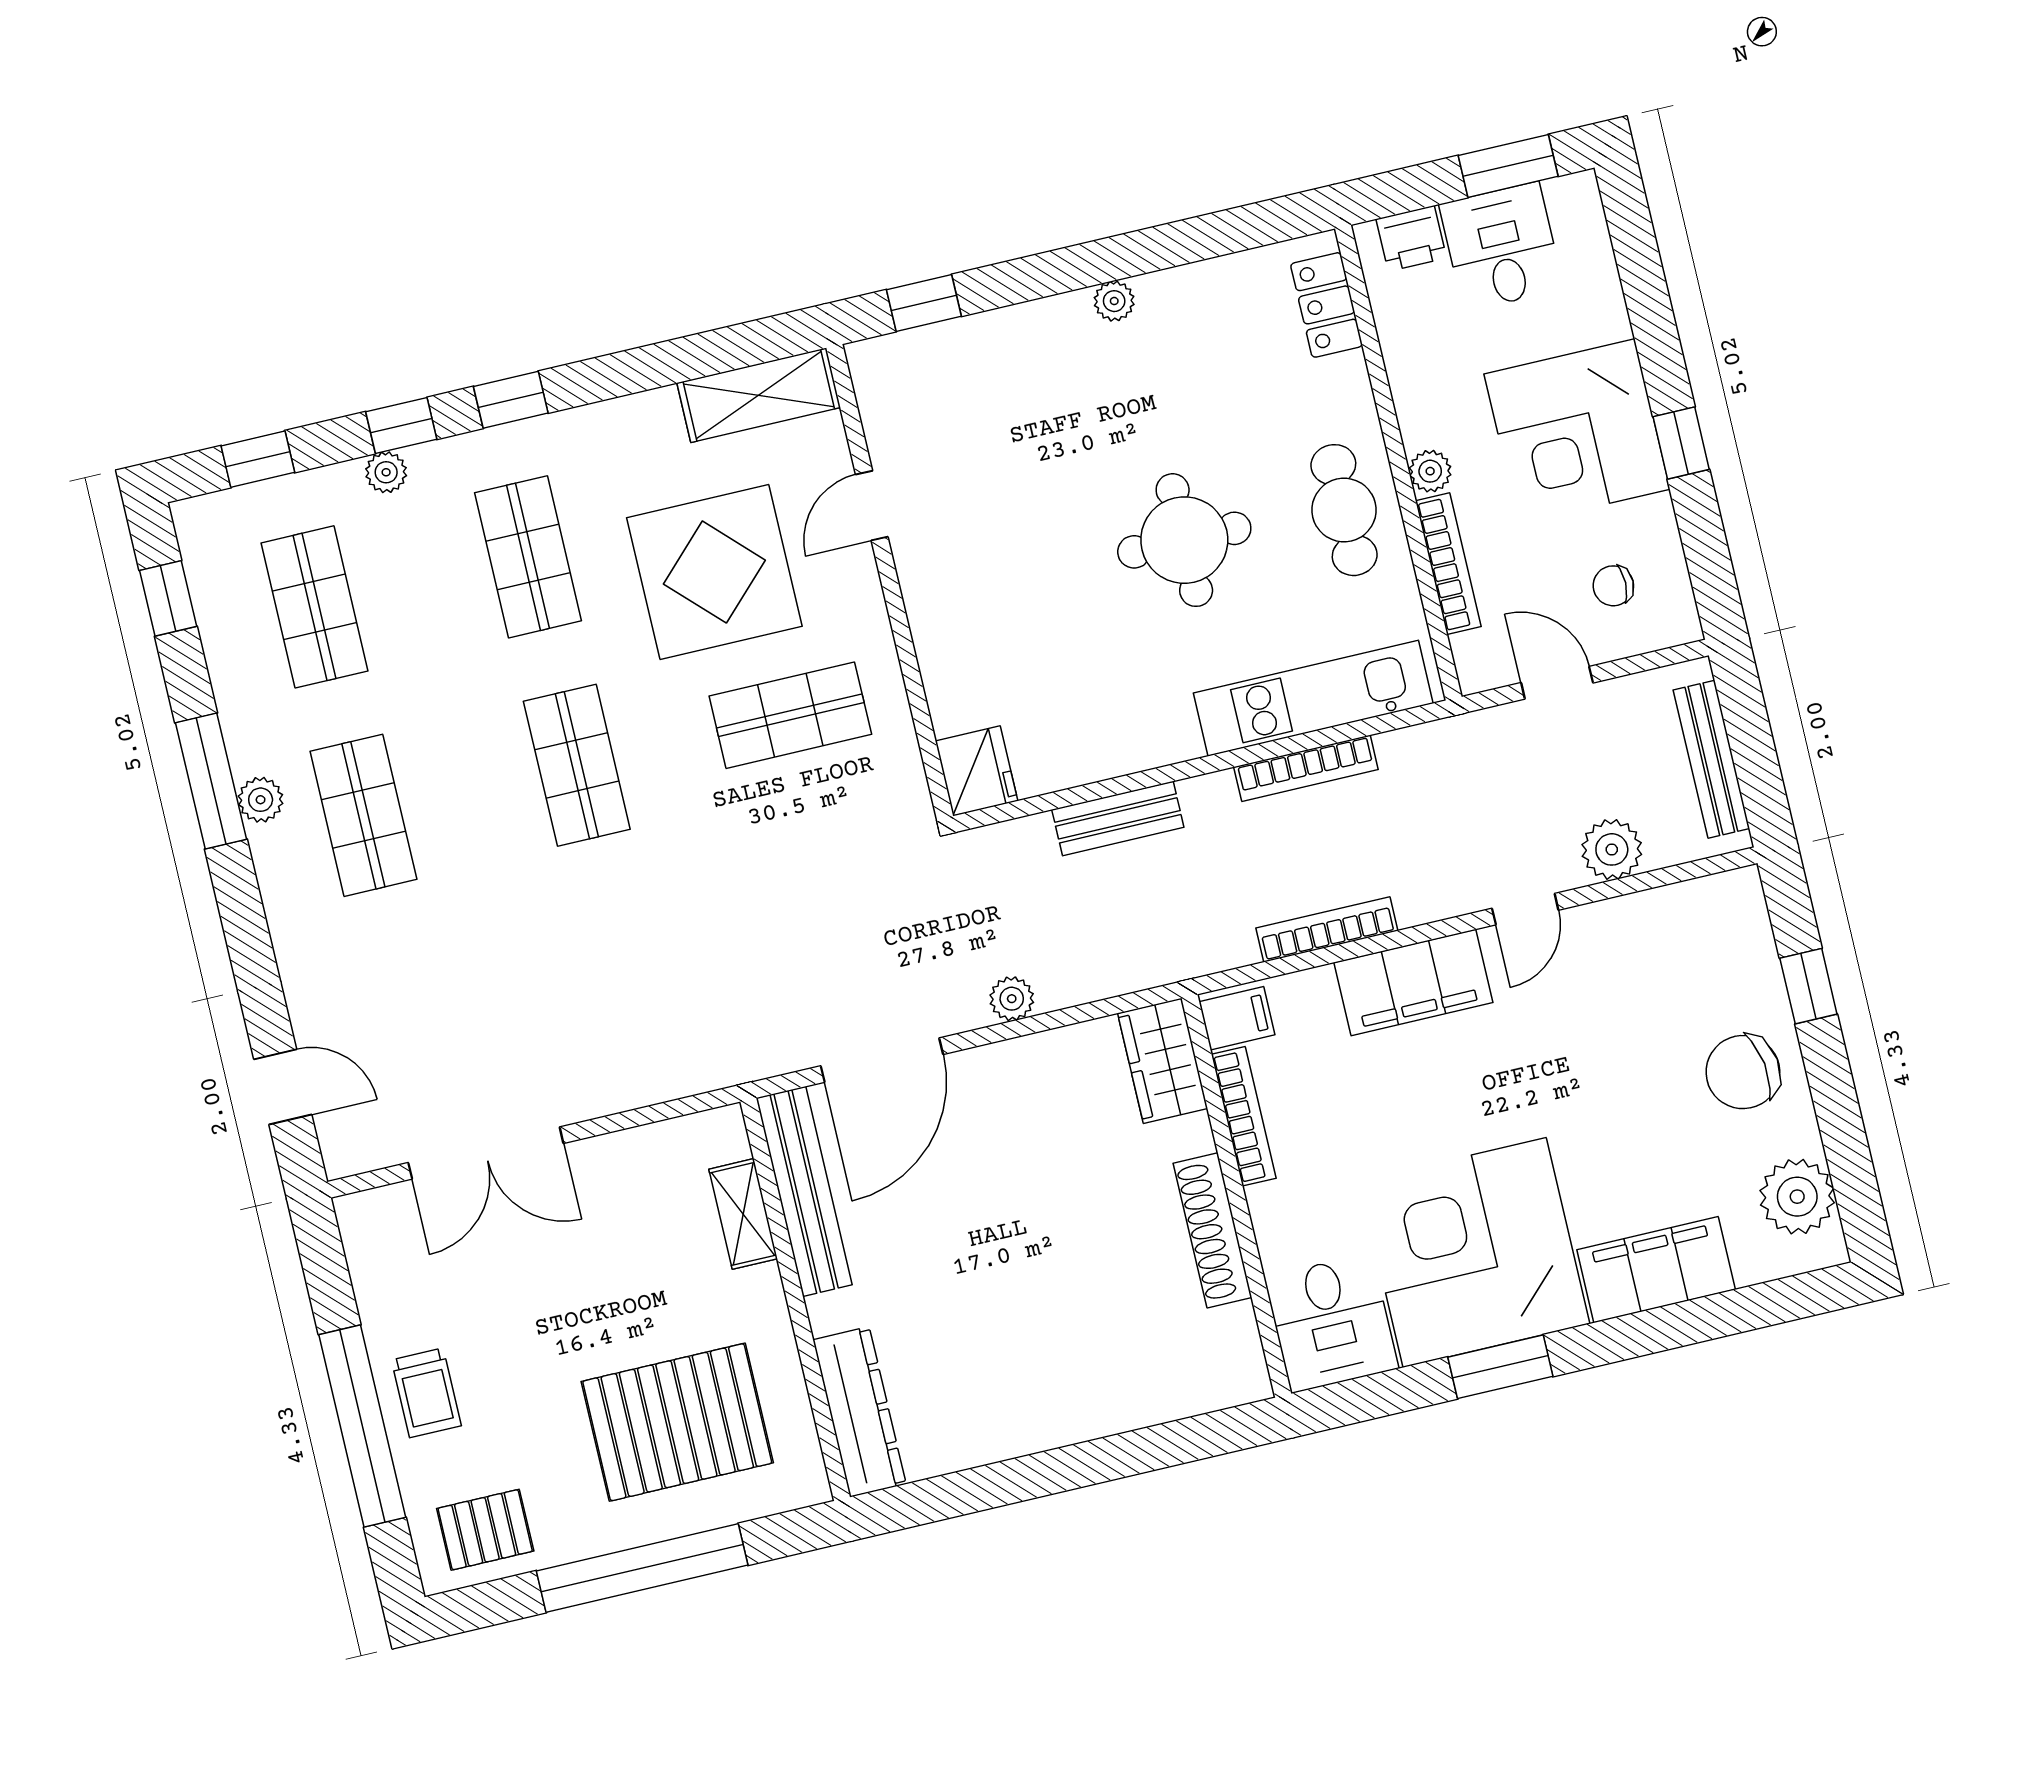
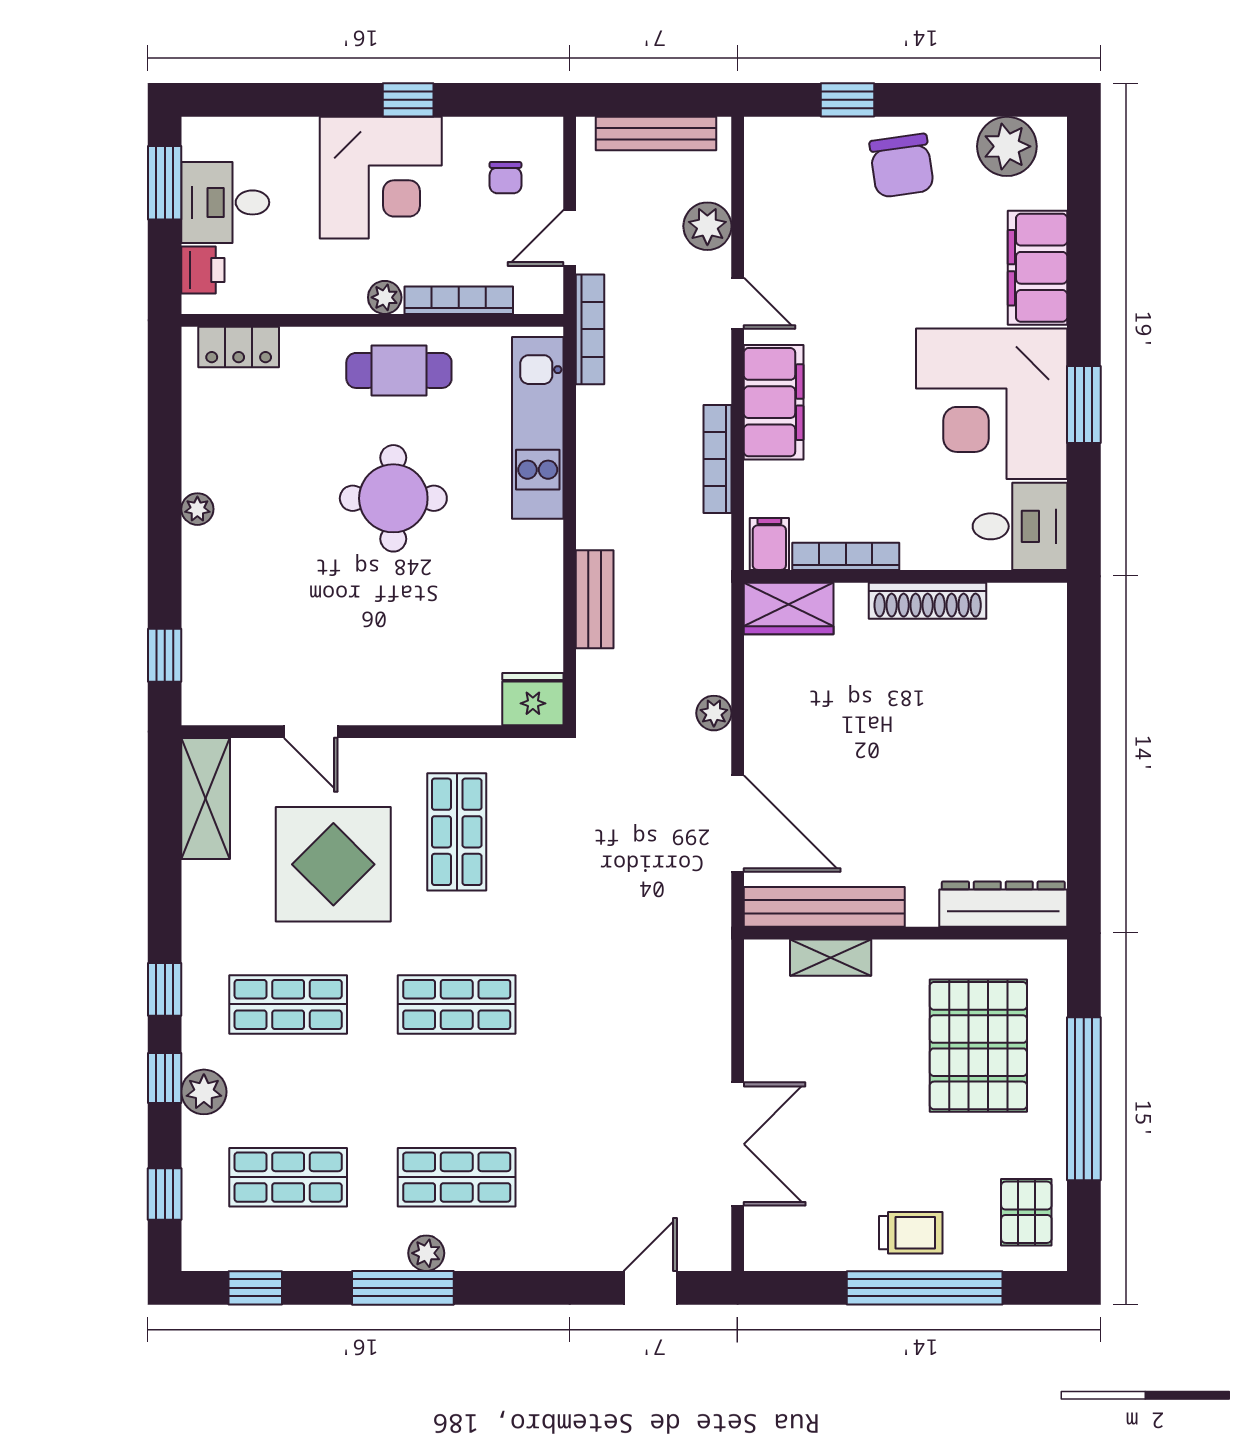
plant: (386, 472) -> (204, 1092), width x1.38, depth x1.38
bookcase: (1306, 768) -> (590, 329), moved

